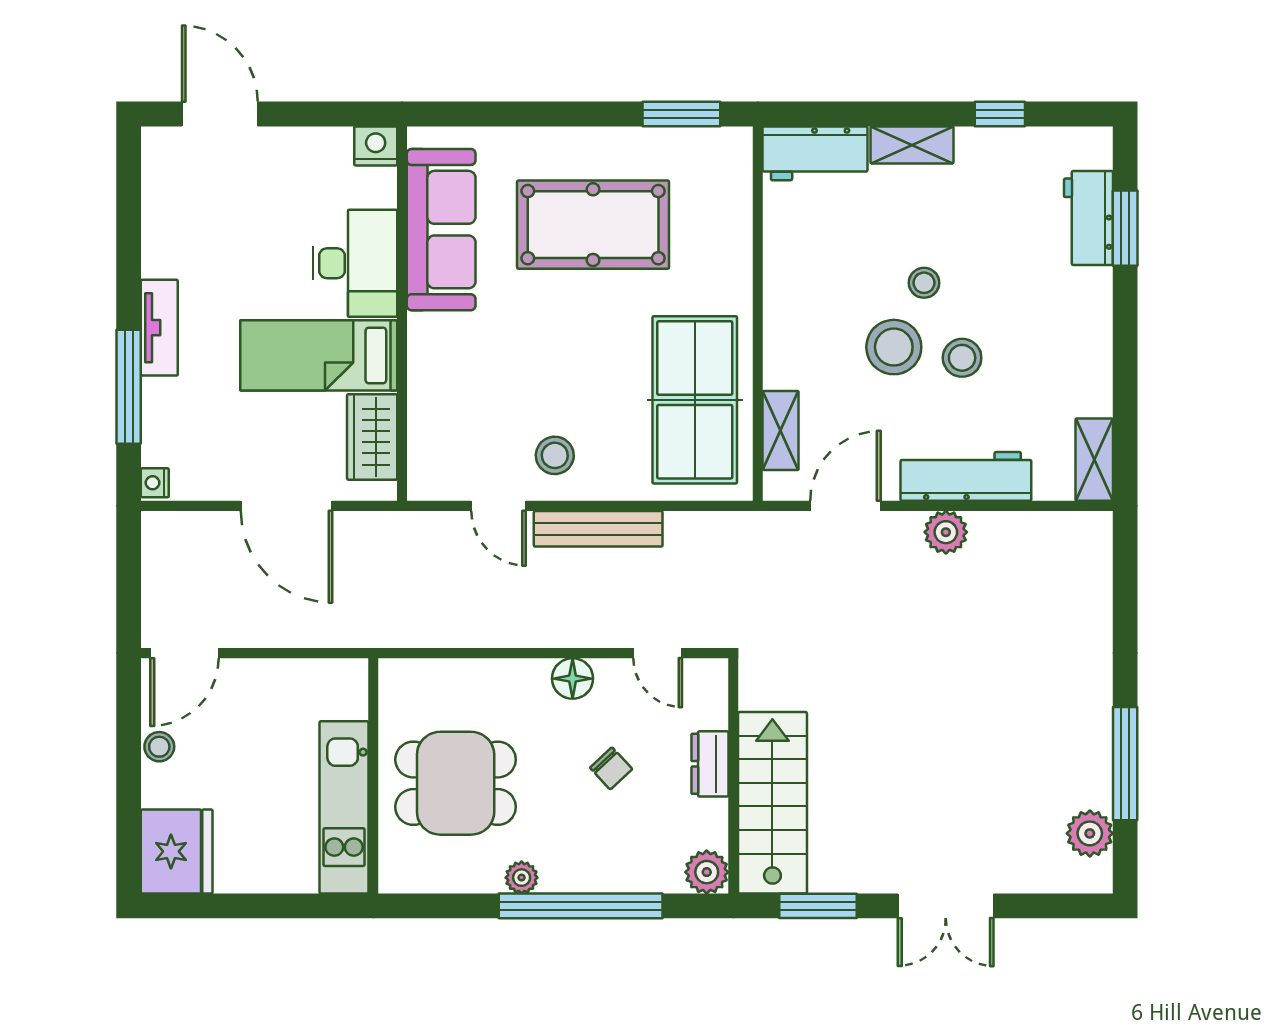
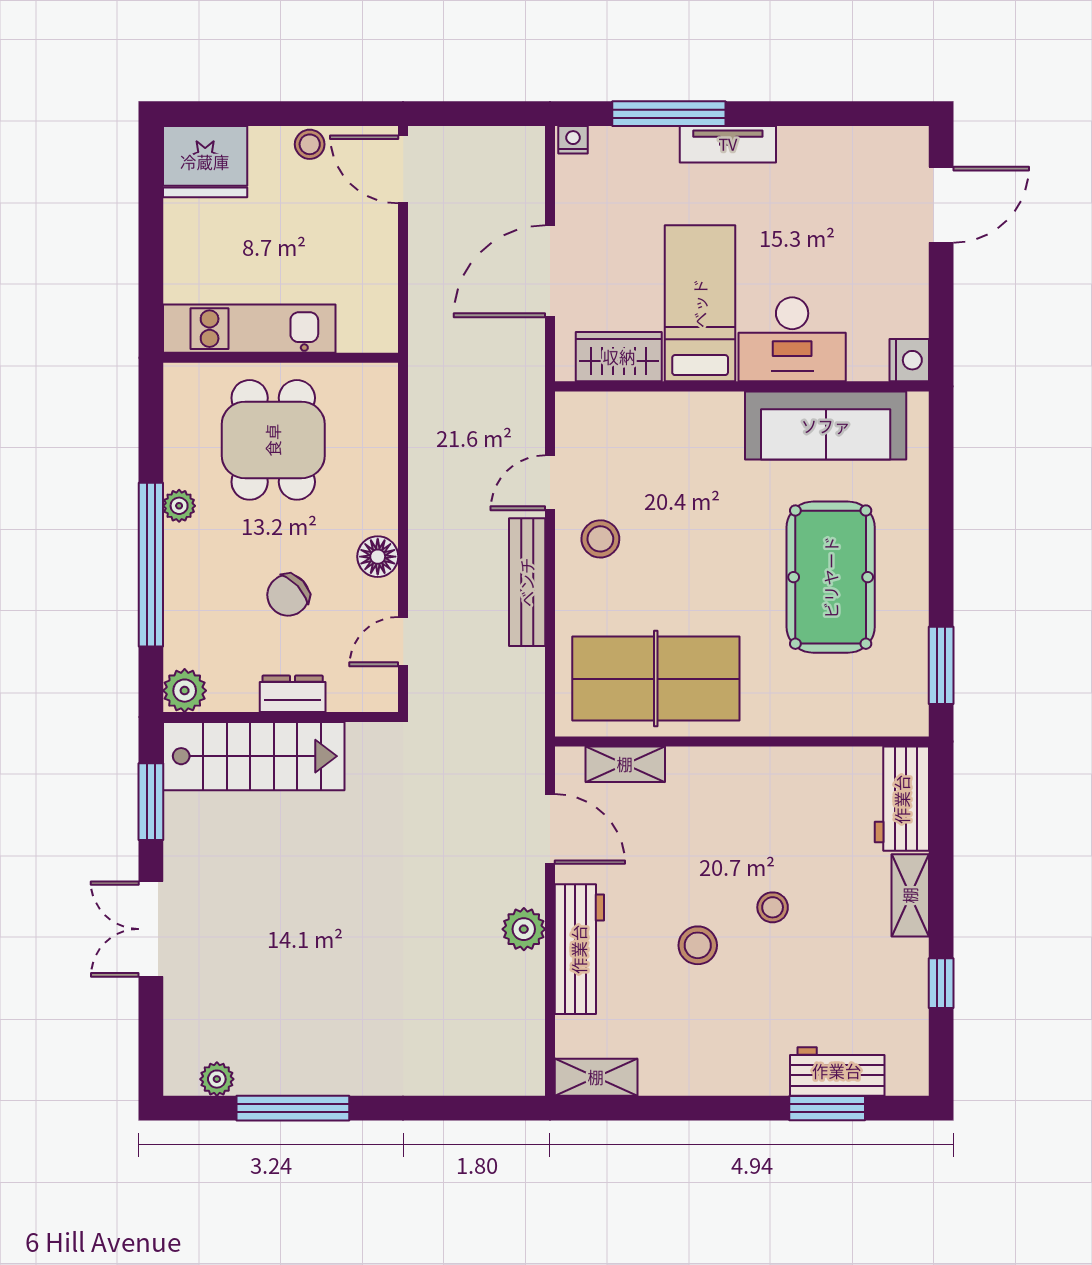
stool: (894, 347) -> (708, 877), removed
chair: (611, 768) -> (288, 595), width x1.37, depth x1.37
plant: (1090, 833) -> (217, 1079), width x0.73, depth x0.73

